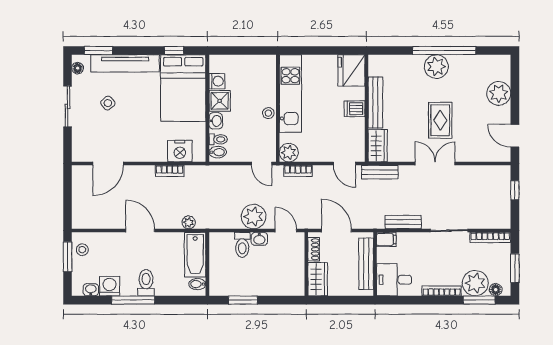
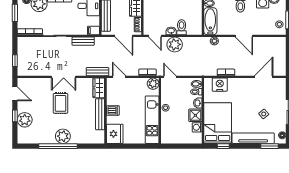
window: (515, 100) -> (15, 116), added

